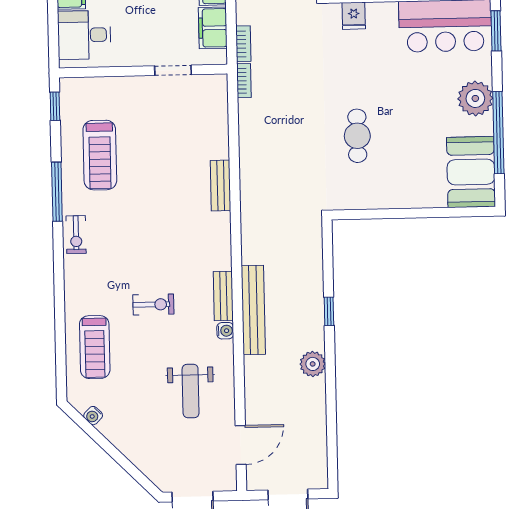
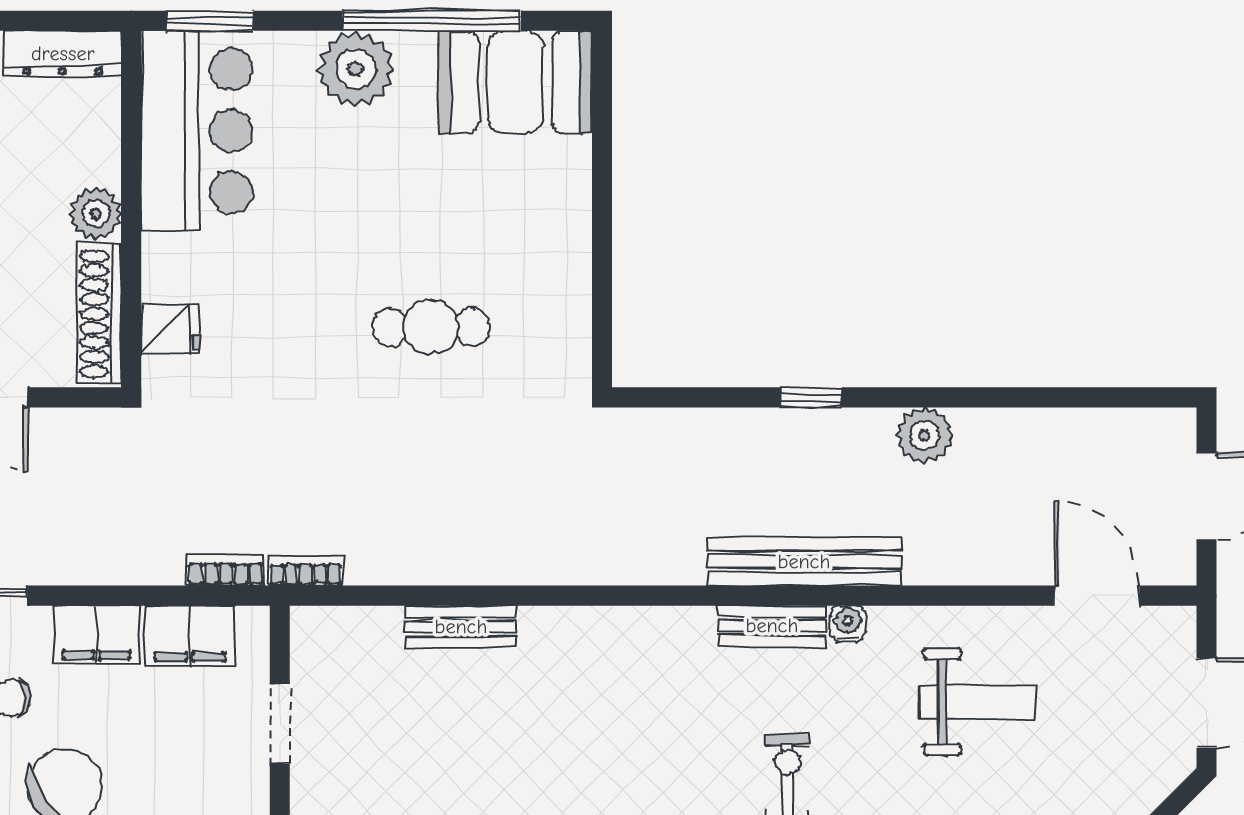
bench: (221, 185) -> (461, 627), moved

